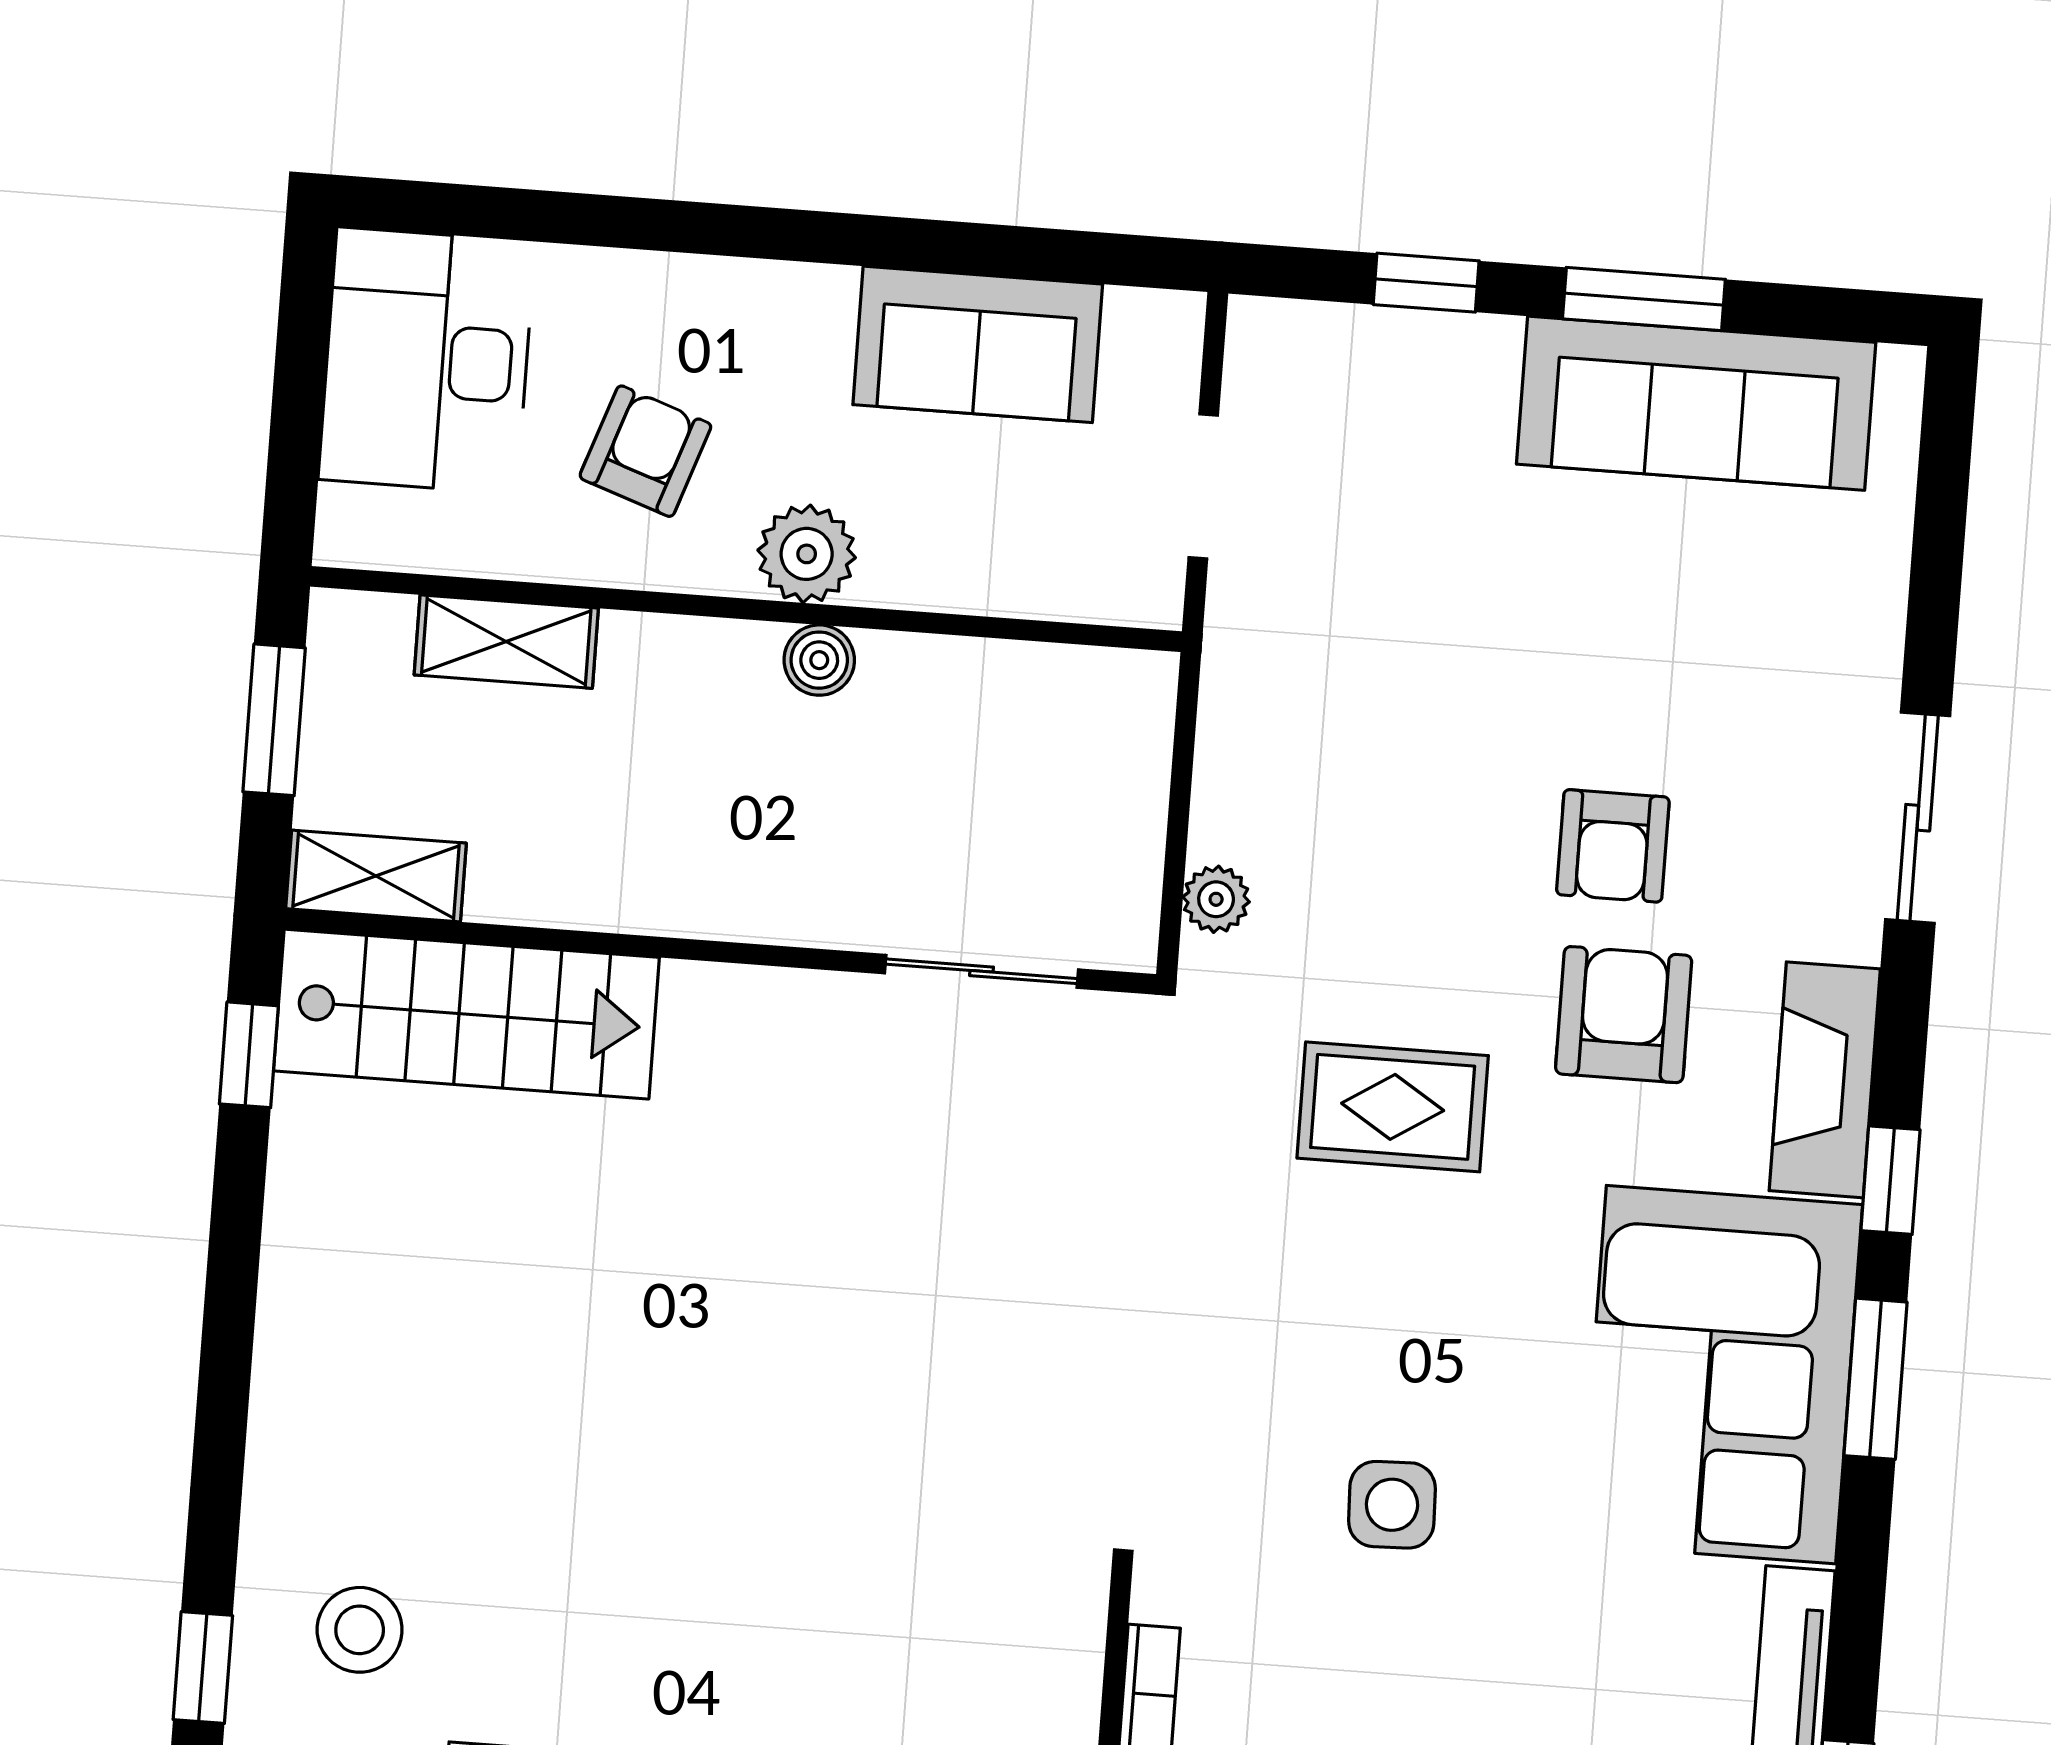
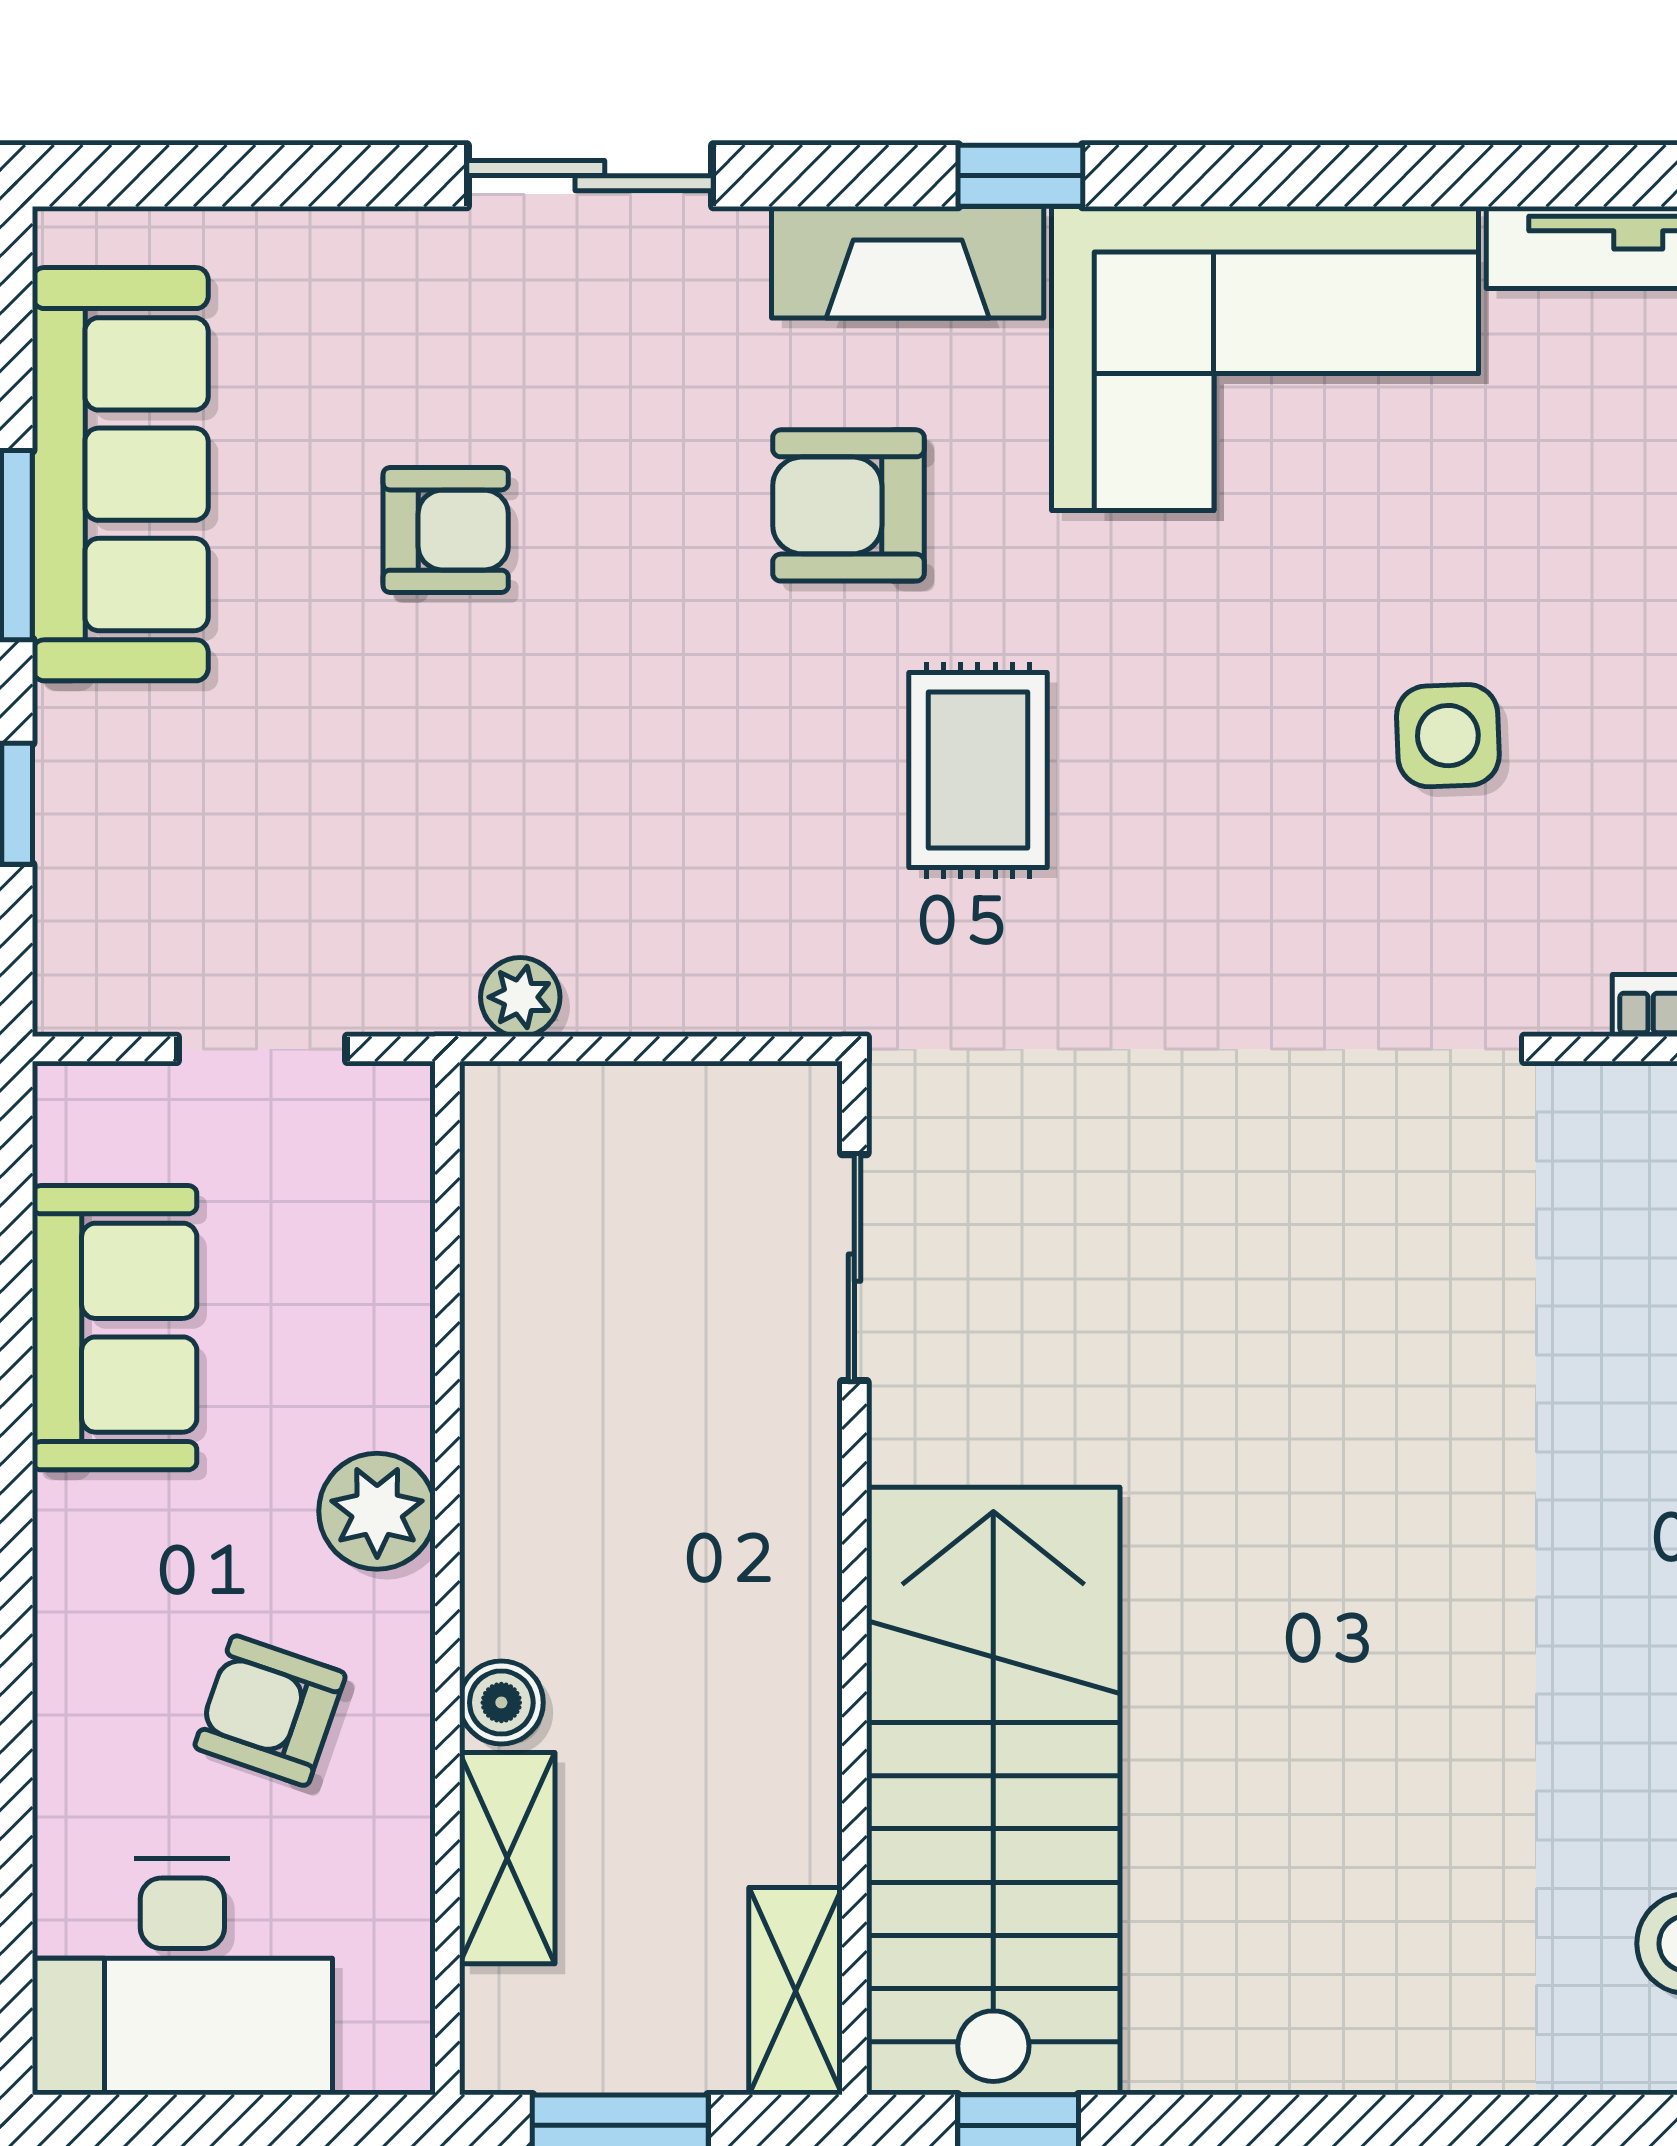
boiler: (819, 660) -> (501, 1703), moved
armchair: (1613, 846) -> (446, 530), moved
plant: (1216, 899) -> (520, 997), moved
stairs: (466, 1014) -> (993, 1791), width x1.36, depth x1.51
window: (1875, 1379) -> (1256, 176), removed

